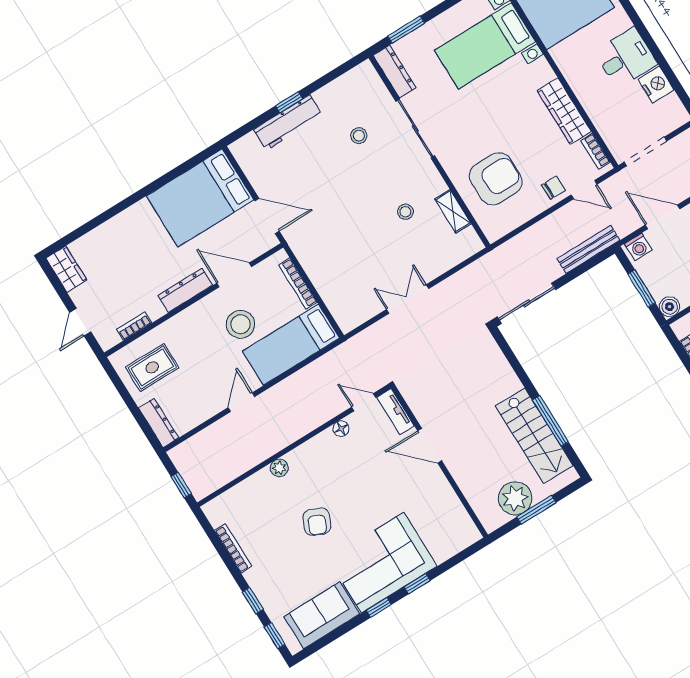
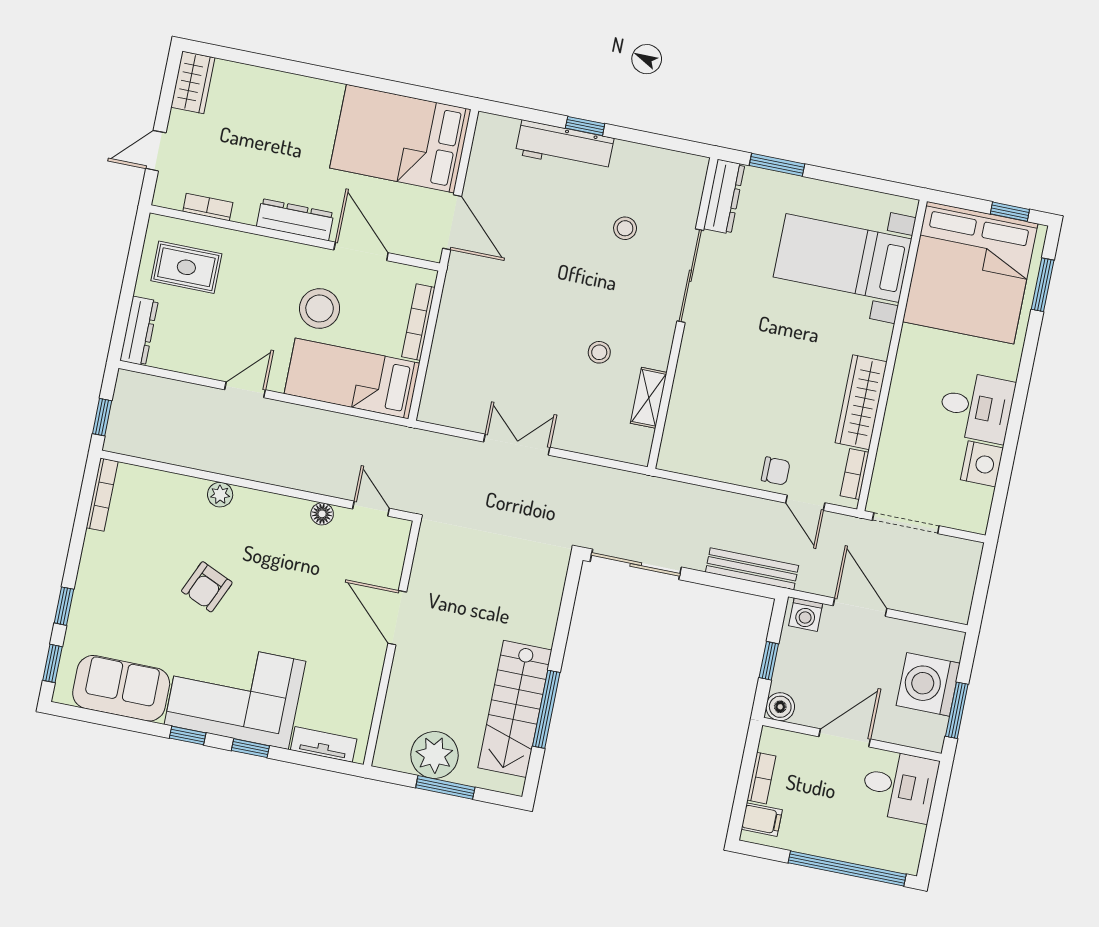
armchair: (496, 179) -> (725, 406), removed
window: (641, 288) -> (769, 661), width x0.67
tv unit: (396, 412) -> (324, 744), moved, turned 90
bookcase: (233, 548) -> (102, 495), moved

